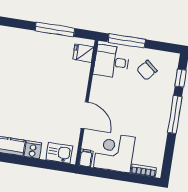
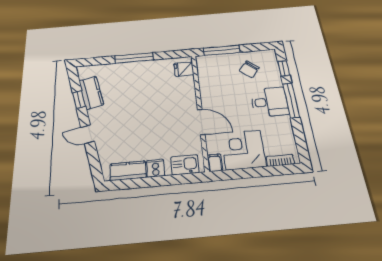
window: (55, 29) -> (134, 58), moved
desk: (112, 62) -> (270, 102), moved, turned 180

